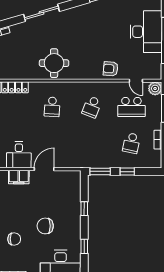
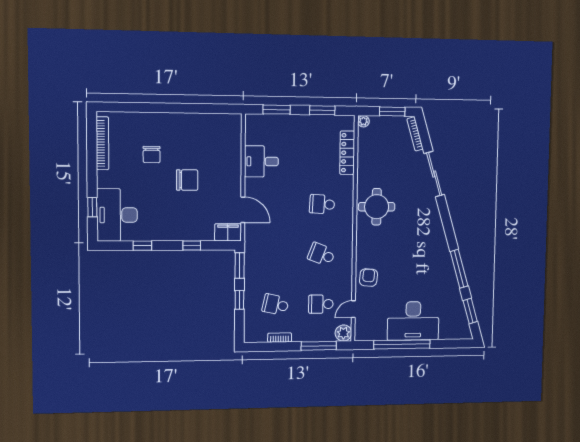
sliding door: (42, 13) -> (434, 174), moved
school desk: (131, 107) -> (321, 304), width x0.54
door: (44, 169) -> (243, 210), moved
filing cabinet: (19, 177) -> (228, 232), moved, turned 90
chair: (45, 226) -> (187, 180), moved, turned 90

